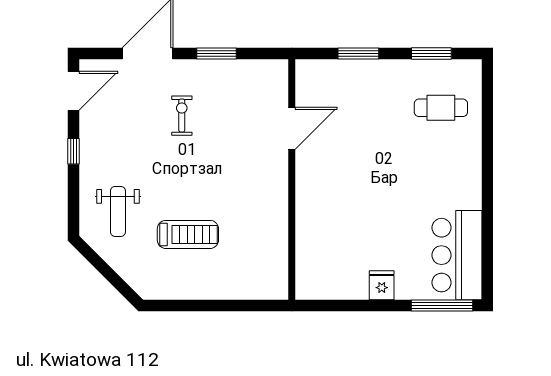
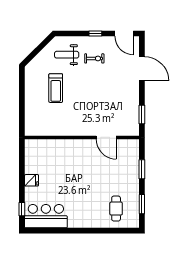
window: (217, 54) -> (142, 115), moved
exercise bike: (182, 116) -> (94, 58), moved
window: (442, 305) -> (22, 209), width x0.46

